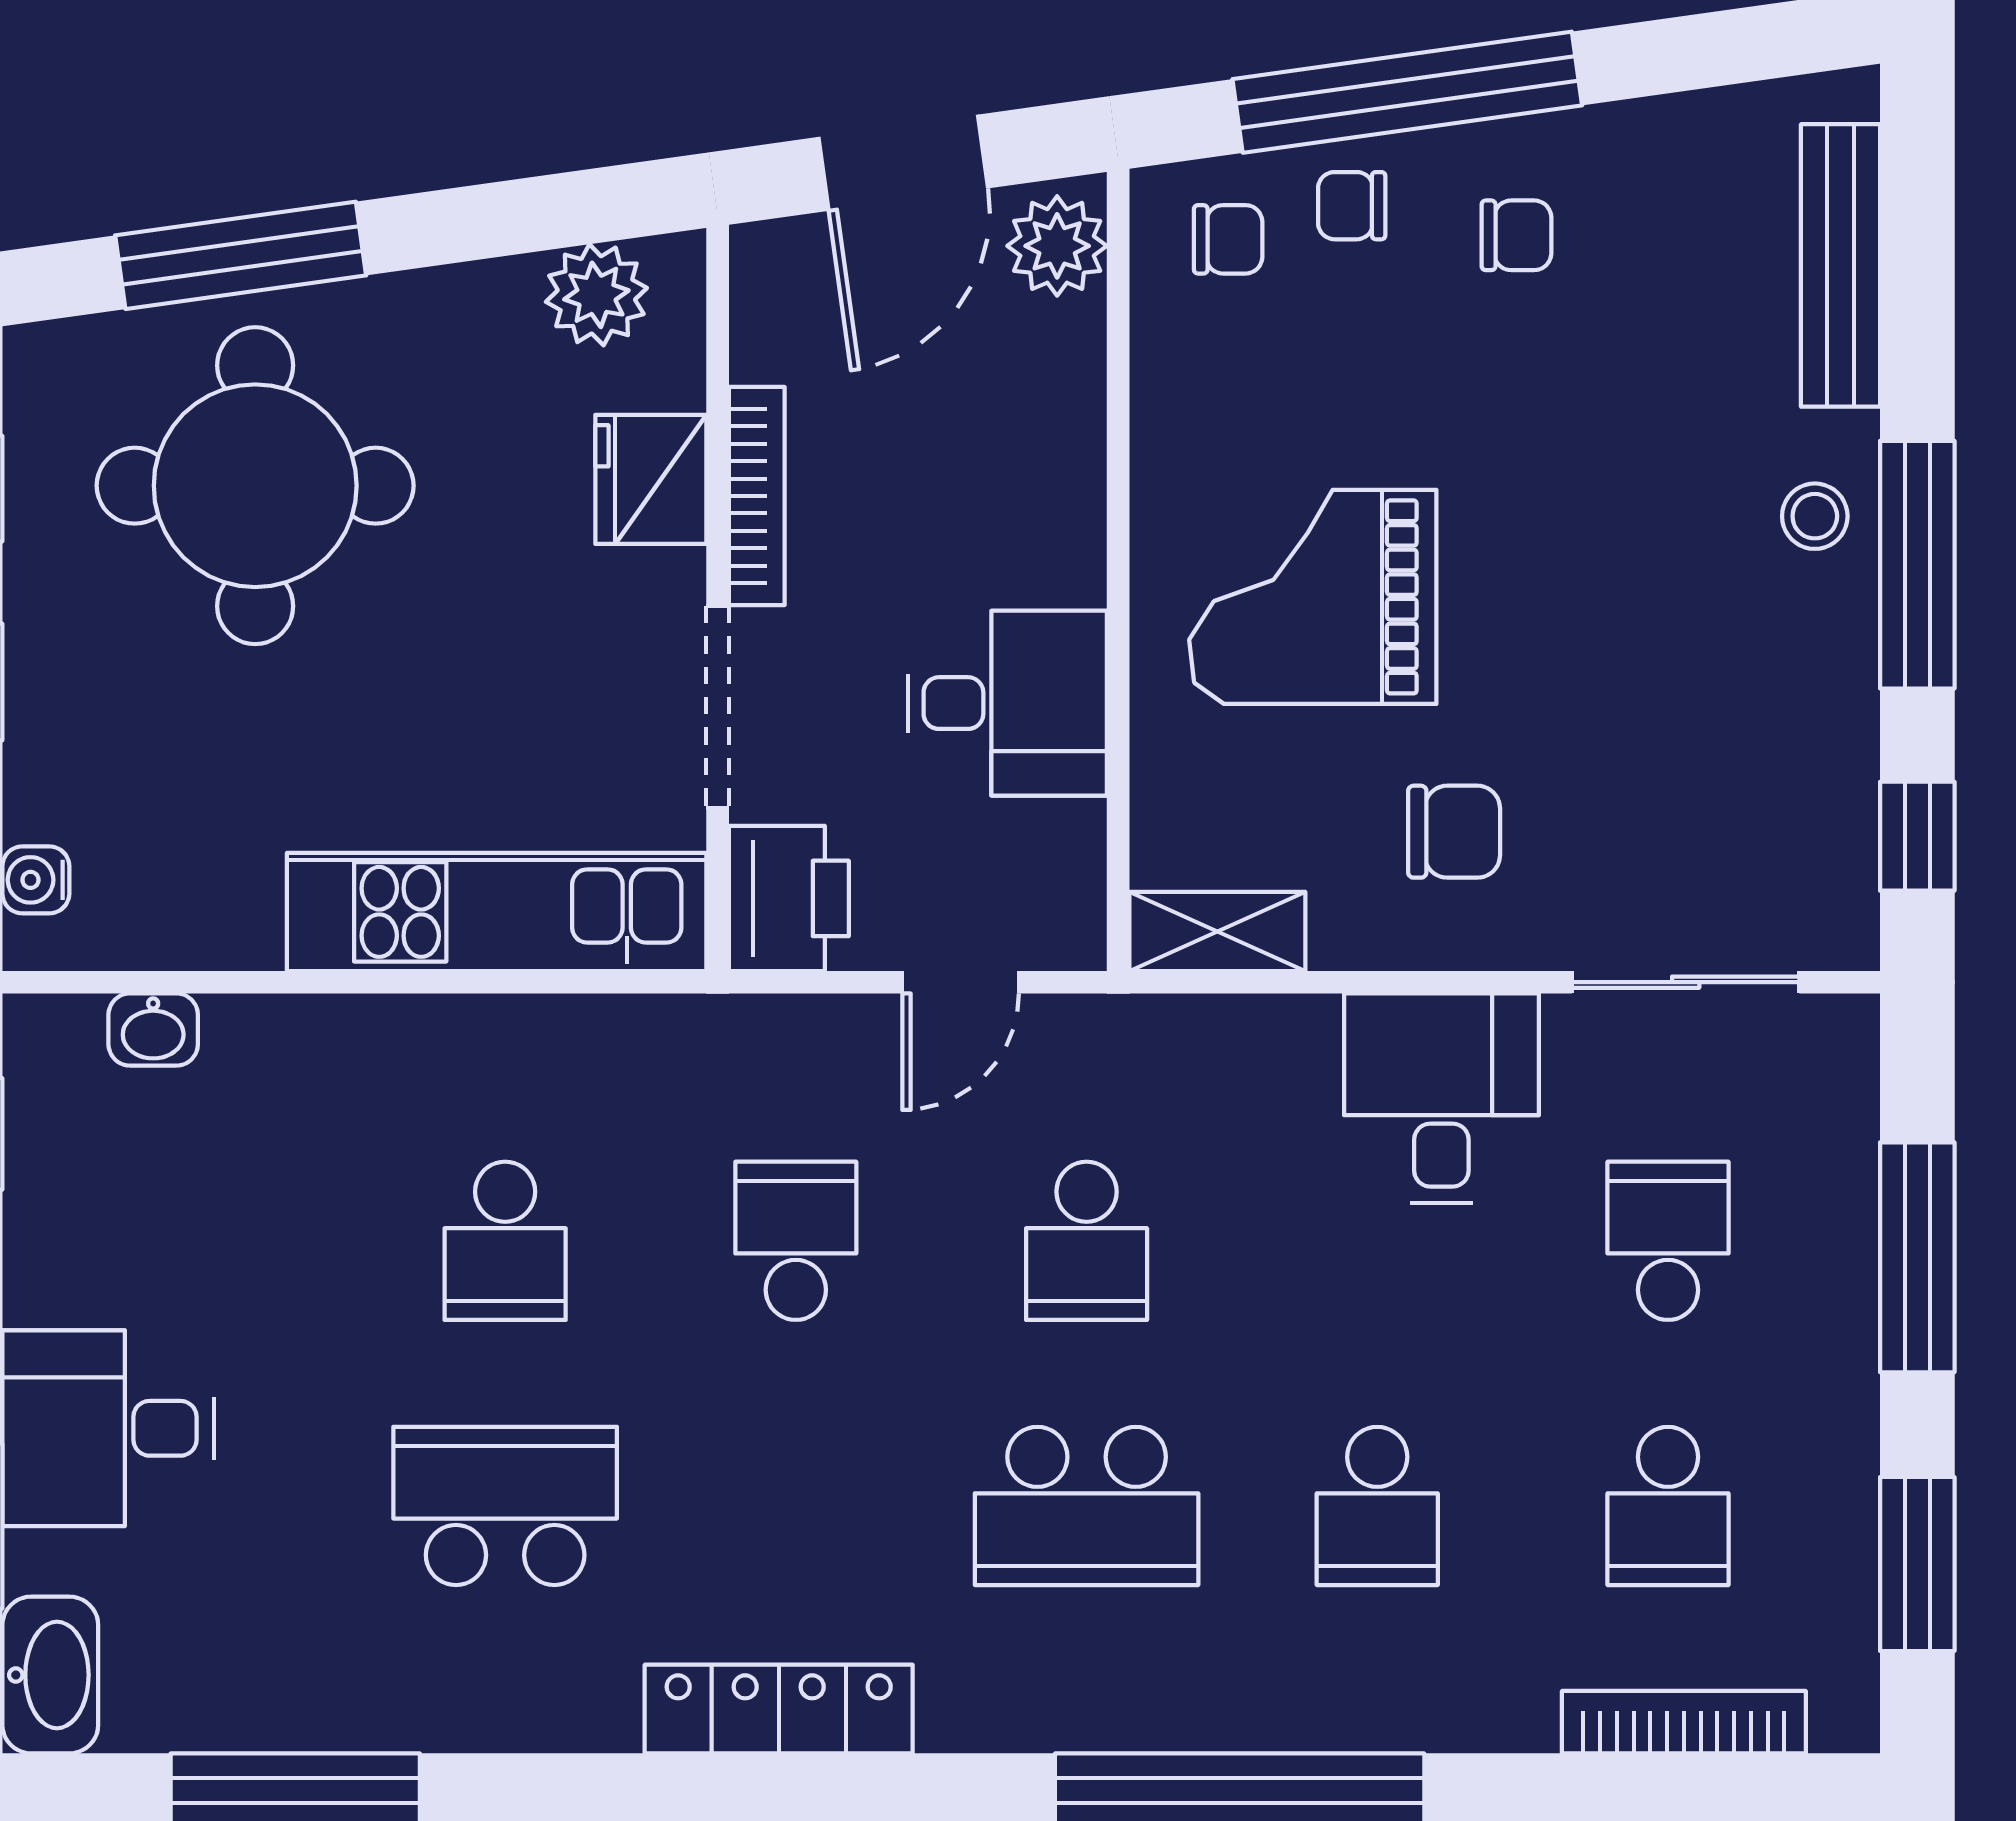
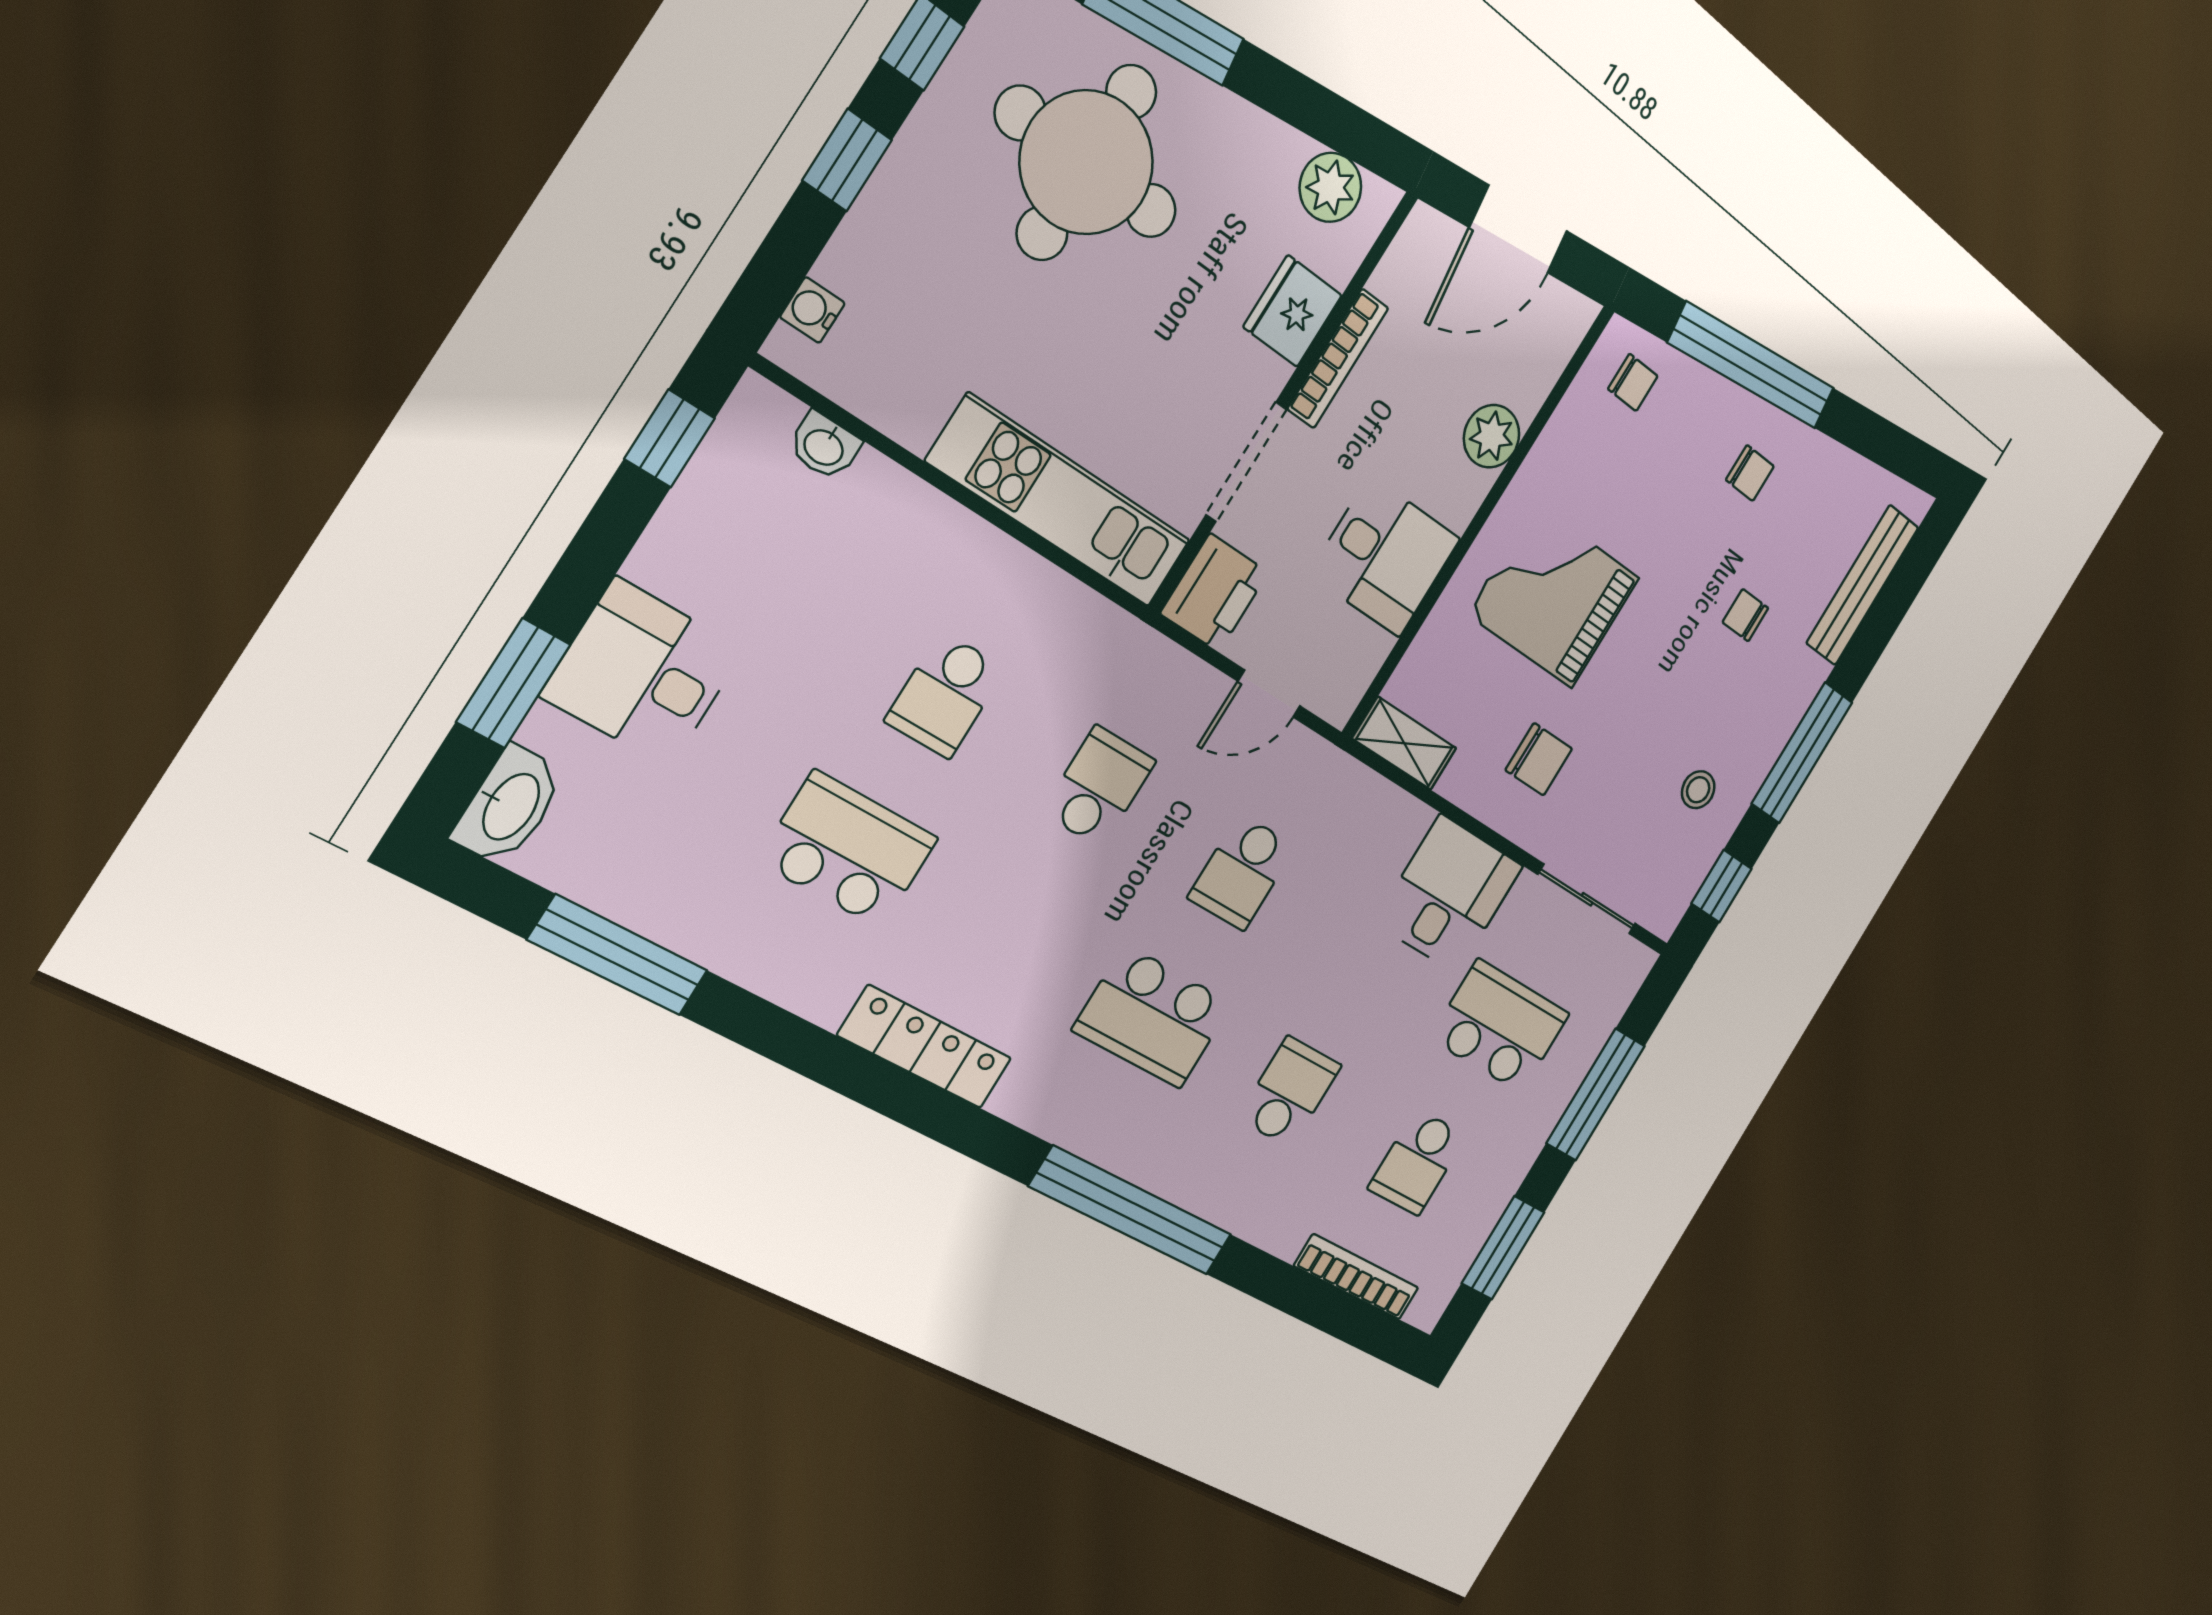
chair: (1352, 206) -> (1745, 615), moved
plant: (1057, 246) -> (1492, 436), moved
stool: (1815, 516) -> (1698, 790), moved
school desk: (1668, 1241) -> (1500, 1026), width x1.85
school desk: (1377, 1506) -> (1289, 1092), turned 180

